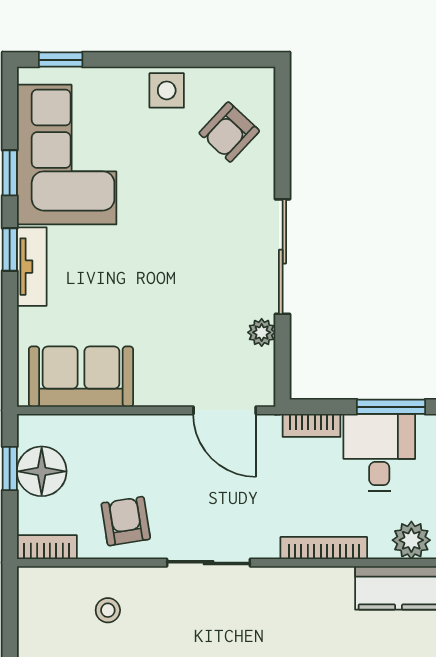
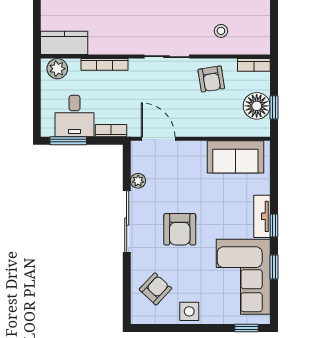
armchair: (184, 243) -> (180, 229), added

